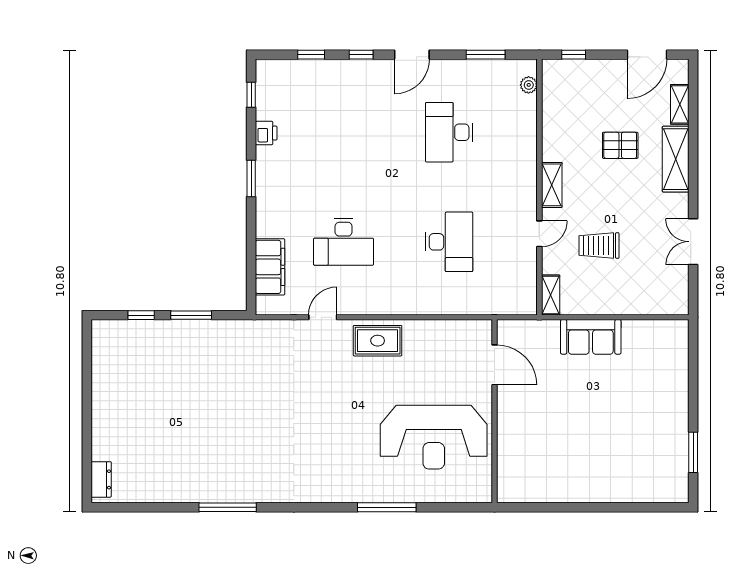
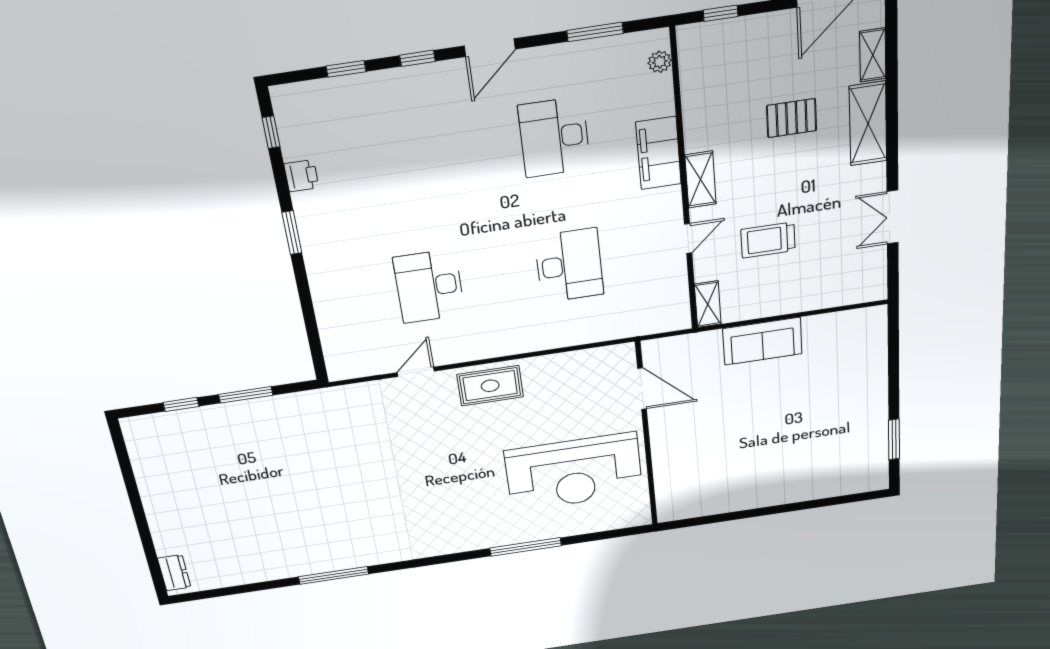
desk: (344, 242) -> (429, 286), turned 90
filing cabinet: (270, 267) -> (659, 153), moved, turned 180

